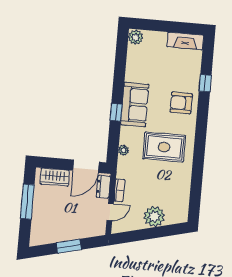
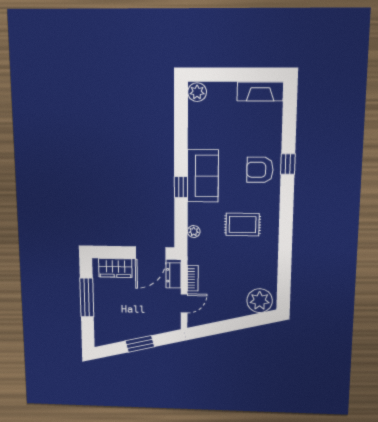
window: (205, 83) -> (288, 164), moved
rug: (164, 147) -> (243, 225), width x0.73, depth x0.70
plant: (154, 217) -> (260, 301), moved

